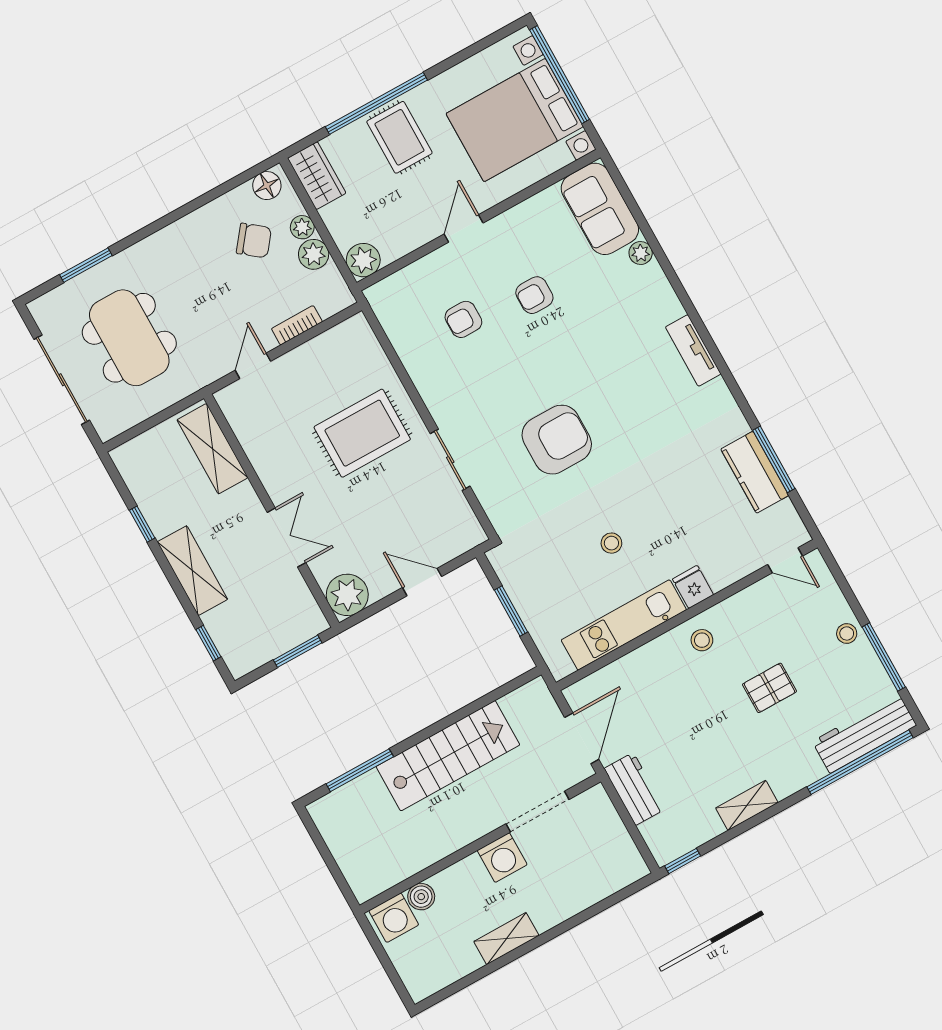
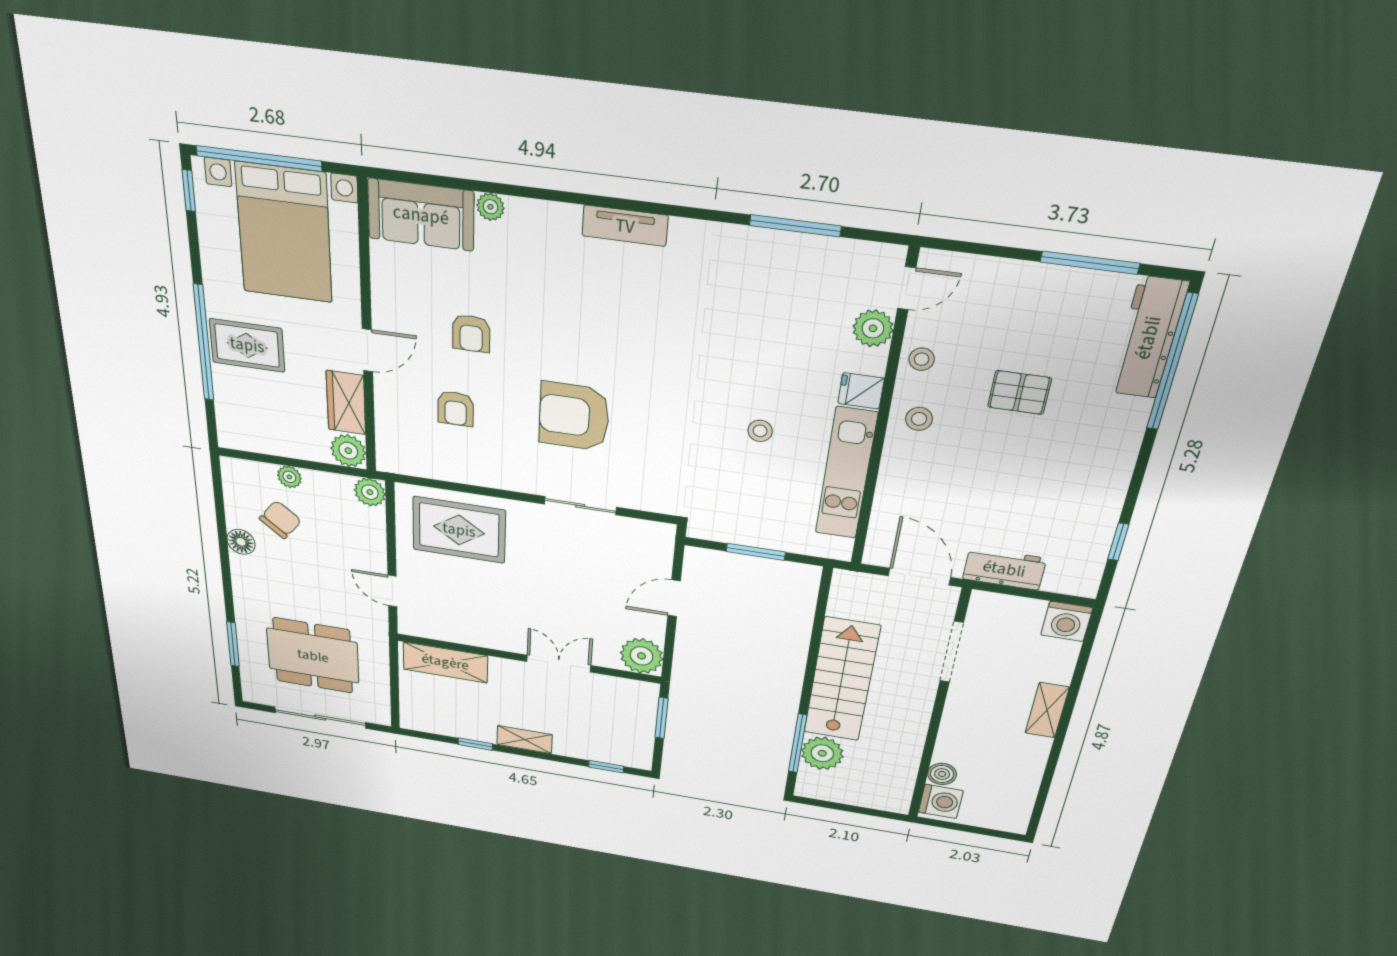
window: (498, 36) -> (189, 191), added
wardrobe: (317, 176) -> (346, 403), moved, turned -90
floor lamp: (267, 186) -> (241, 542), moved
door: (464, 228) -> (367, 350), swing flipped
plant: (314, 254) -> (370, 492), moved
bookcase: (297, 325) -> (377, 538), removed
rug: (362, 433) -> (459, 530), moved, turned 90
armchair: (557, 440) -> (574, 416), moved, turned -90
kitchen counter: (755, 472) -> (794, 254), removed
plant: (742, 560) -> (873, 328), added
shelving: (192, 571) -> (524, 740), width x0.67, depth x0.75
stool: (847, 633) -> (922, 359), moved
pallet: (769, 688) -> (1019, 392), turned 90
plant: (366, 795) -> (822, 753), added
shelving: (747, 805) -> (1111, 491), removed
washing machine: (502, 857) -> (1067, 621), moved, turned 90
window: (683, 861) -> (1118, 542), moved
shelving: (506, 939) -> (1047, 710), moved

